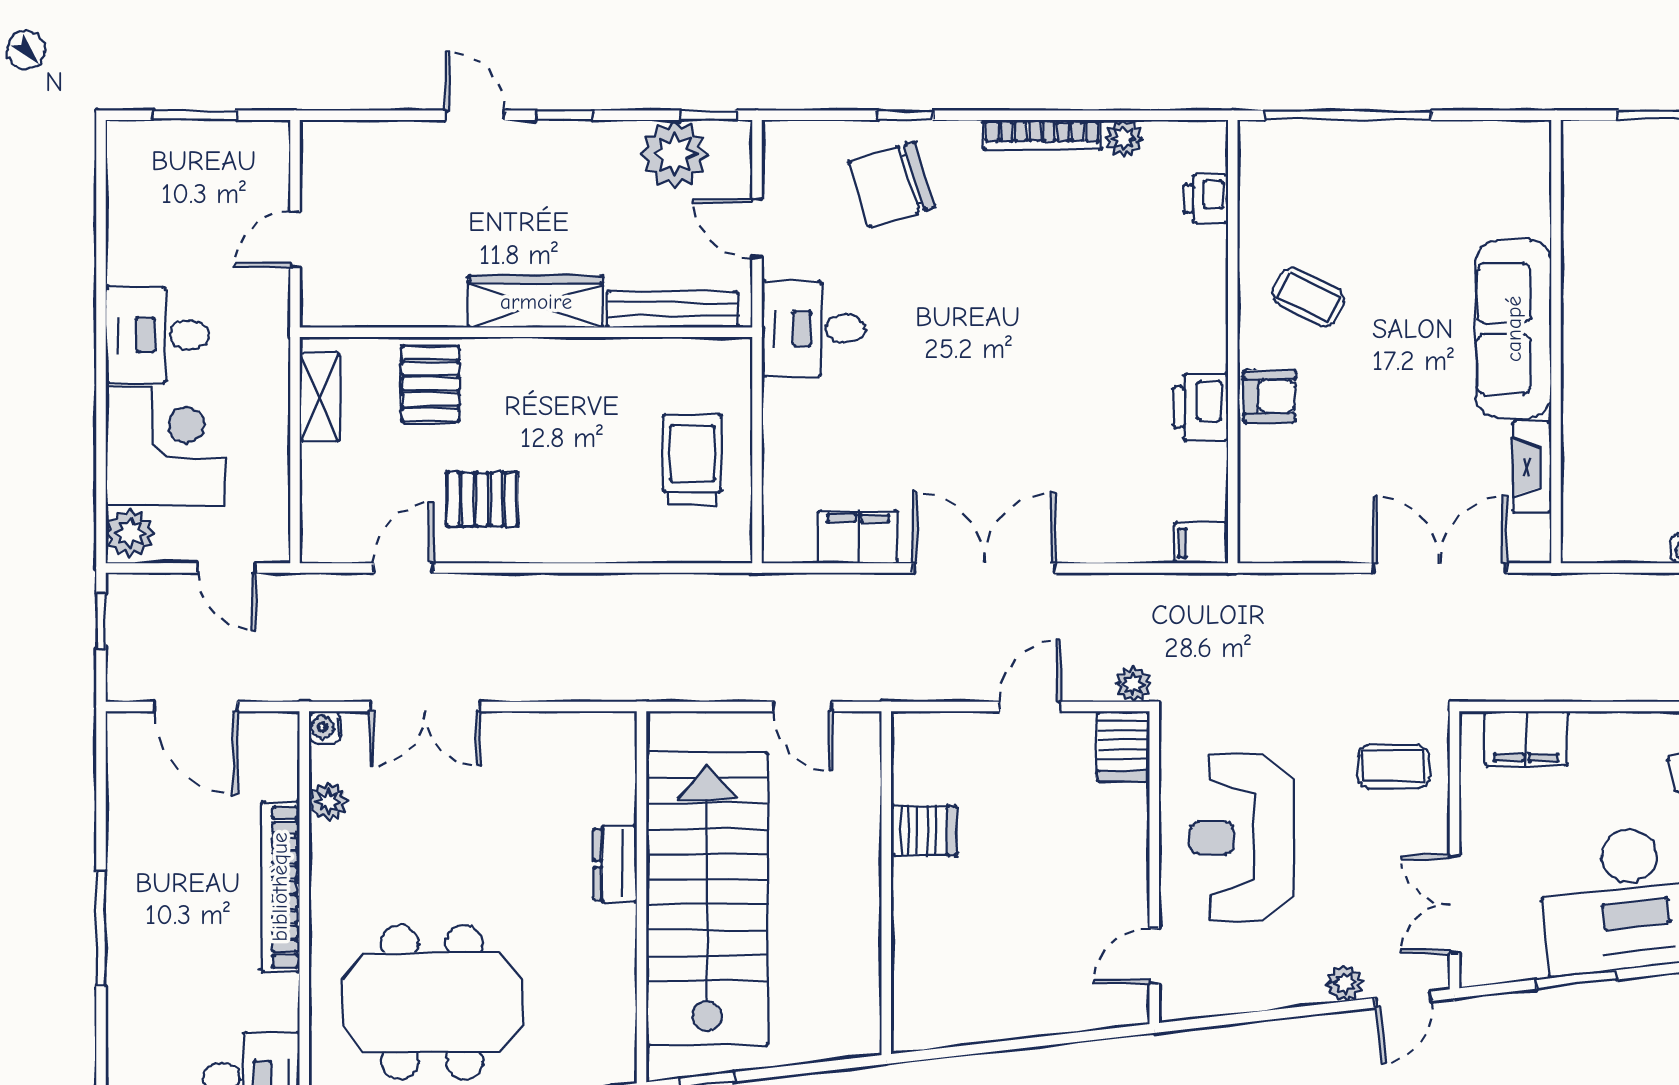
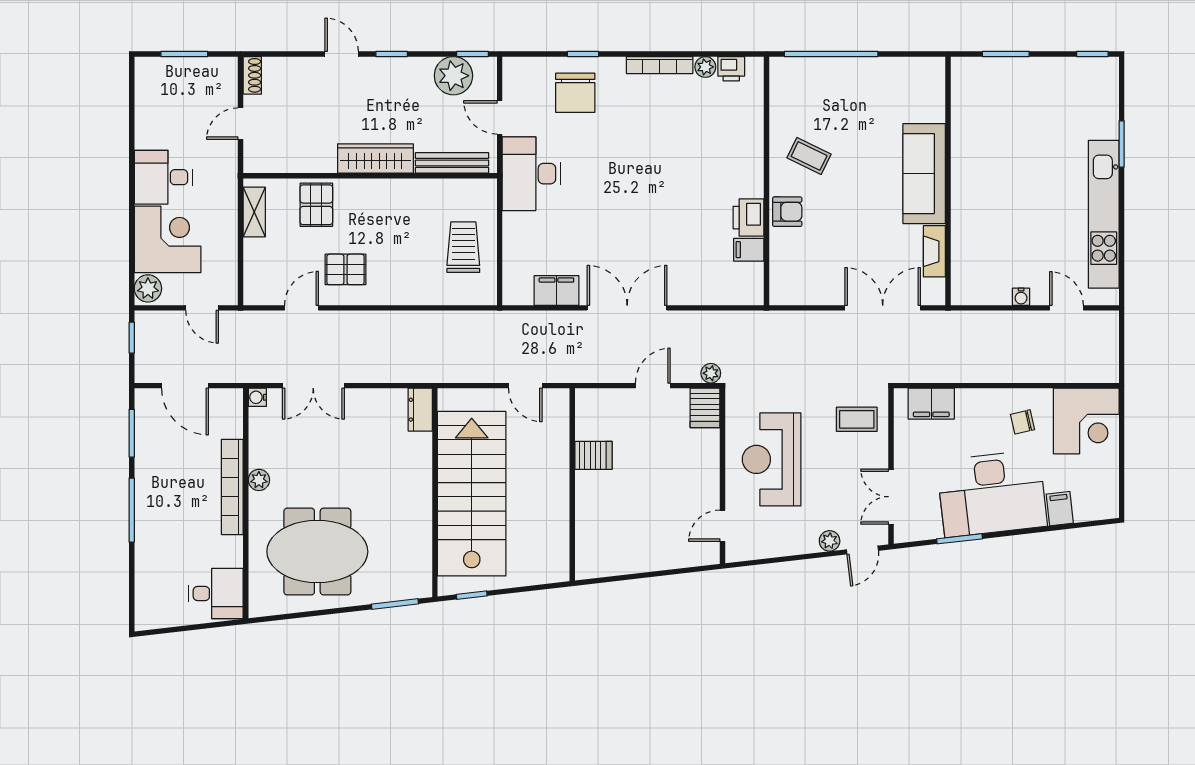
shoe rack: (316, 153) -> (252, 75), added
chair: (892, 184) -> (575, 93), turned -73
printer: (1206, 199) -> (731, 69), moved, turned -90
desk: (813, 329) -> (531, 174), width x1.37
filing cabinet: (1201, 543) -> (749, 250), moved
window: (101, 791) -> (132, 433), added
plant: (328, 802) -> (259, 480), moved
dresser: (615, 864) -> (420, 410), moved

